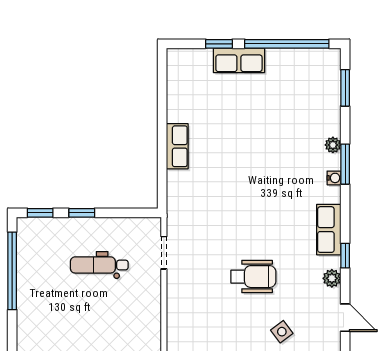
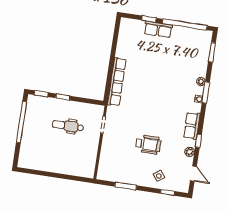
row of seats: (177, 146) -> (117, 82), width x2.02

